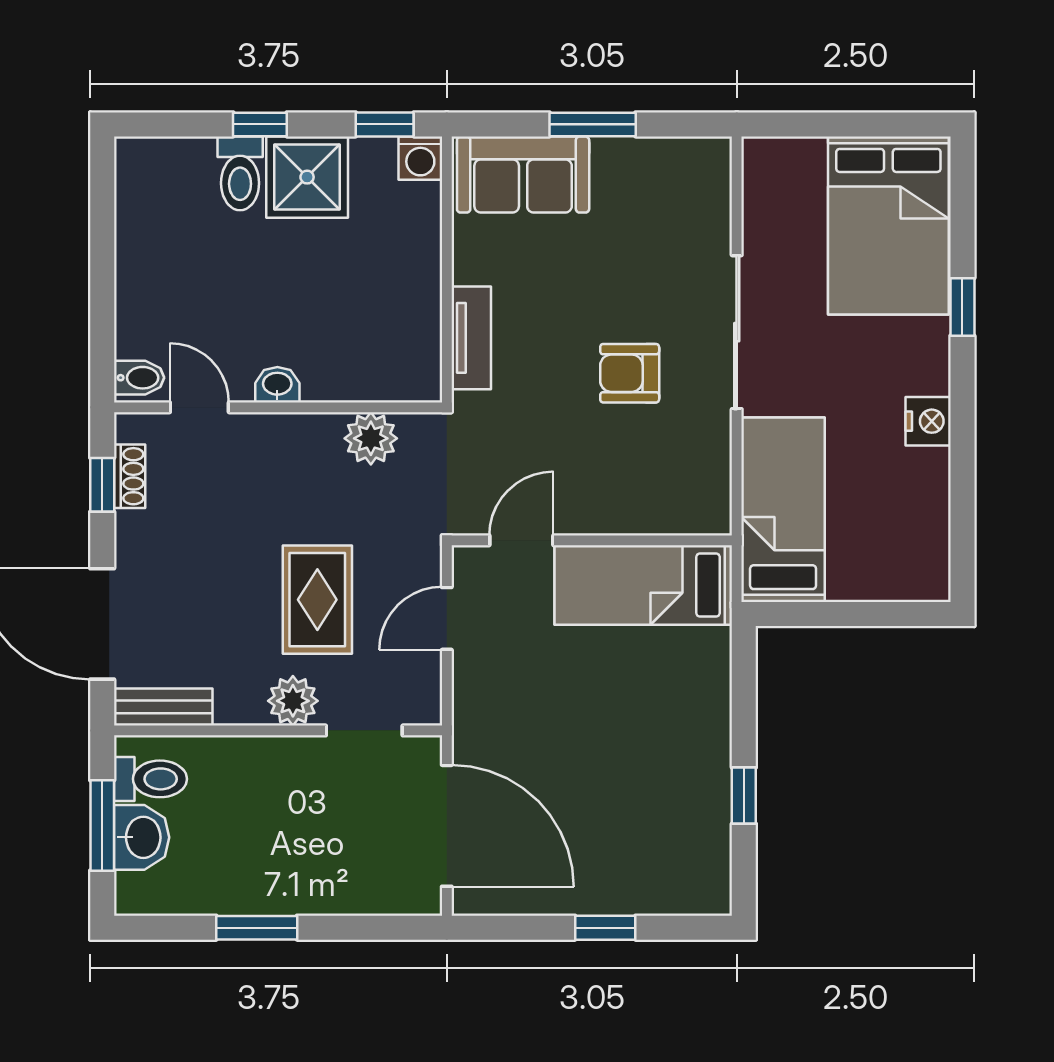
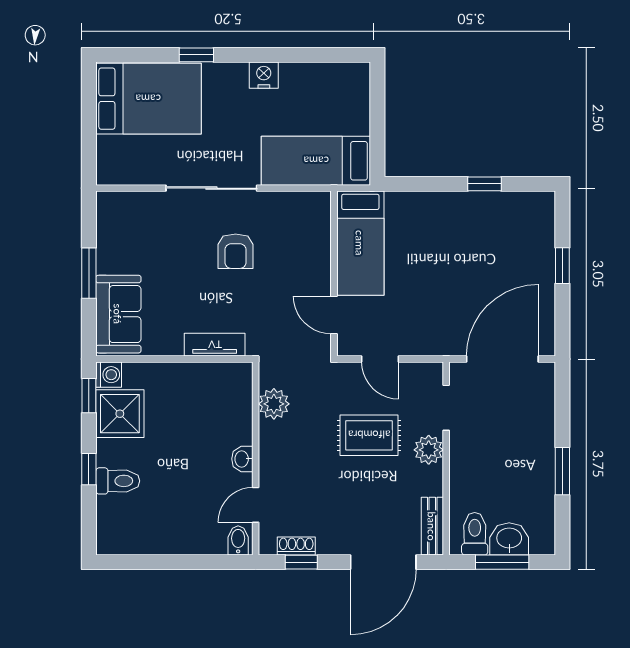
shower: (307, 177) -> (120, 414), moved

